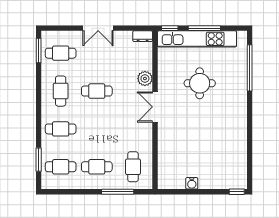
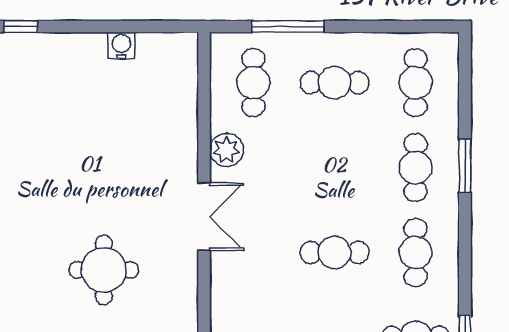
plant: (145, 79) -> (227, 150), moved
cafe table: (61, 129) -> (416, 168), turned 90
window: (39, 160) -> (465, 166), moved
cafe table: (61, 167) -> (416, 83), turned 90

